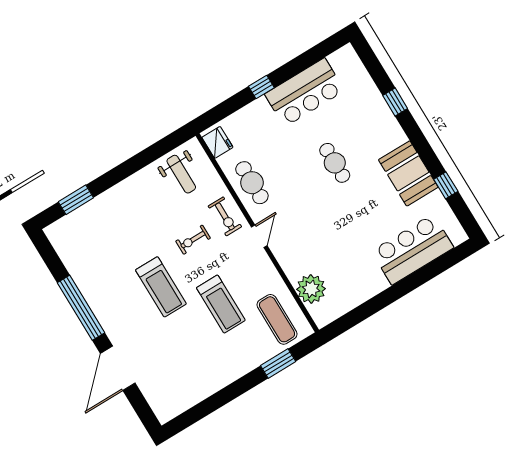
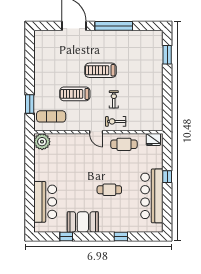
bar counter: (305, 92) -> (152, 196), width x1.36
weight bench: (181, 174) -> (149, 113), removed
plant: (311, 289) -> (42, 142), moved

